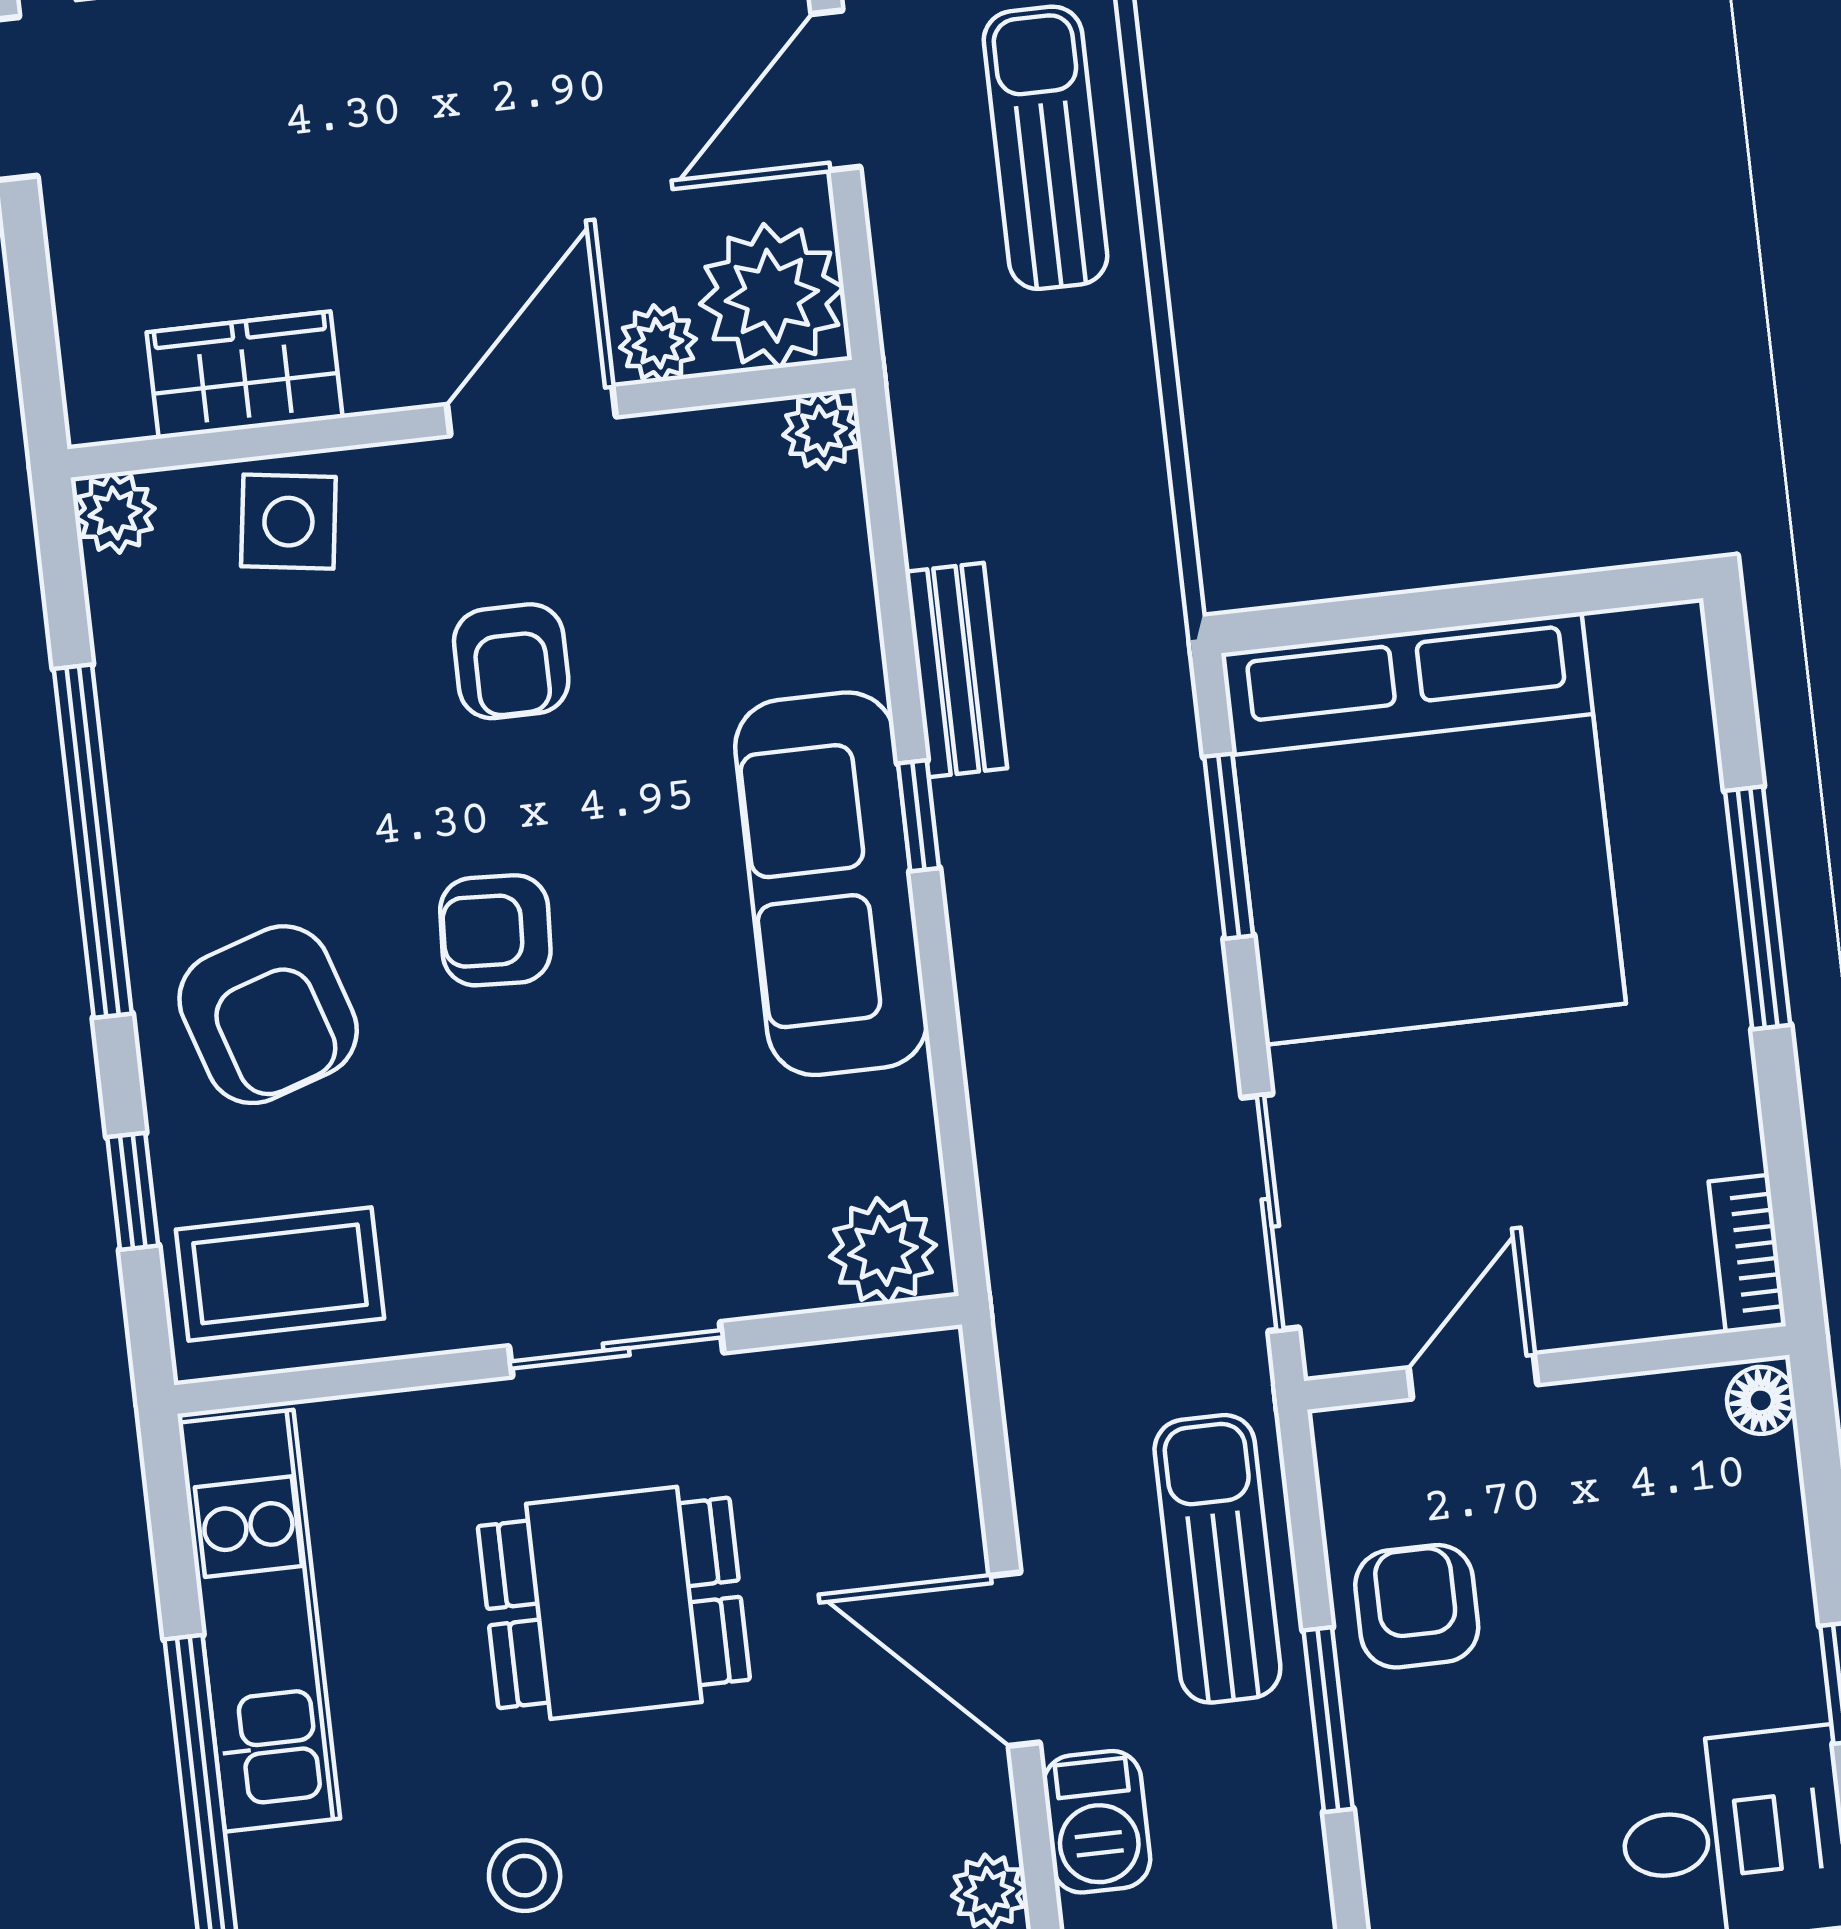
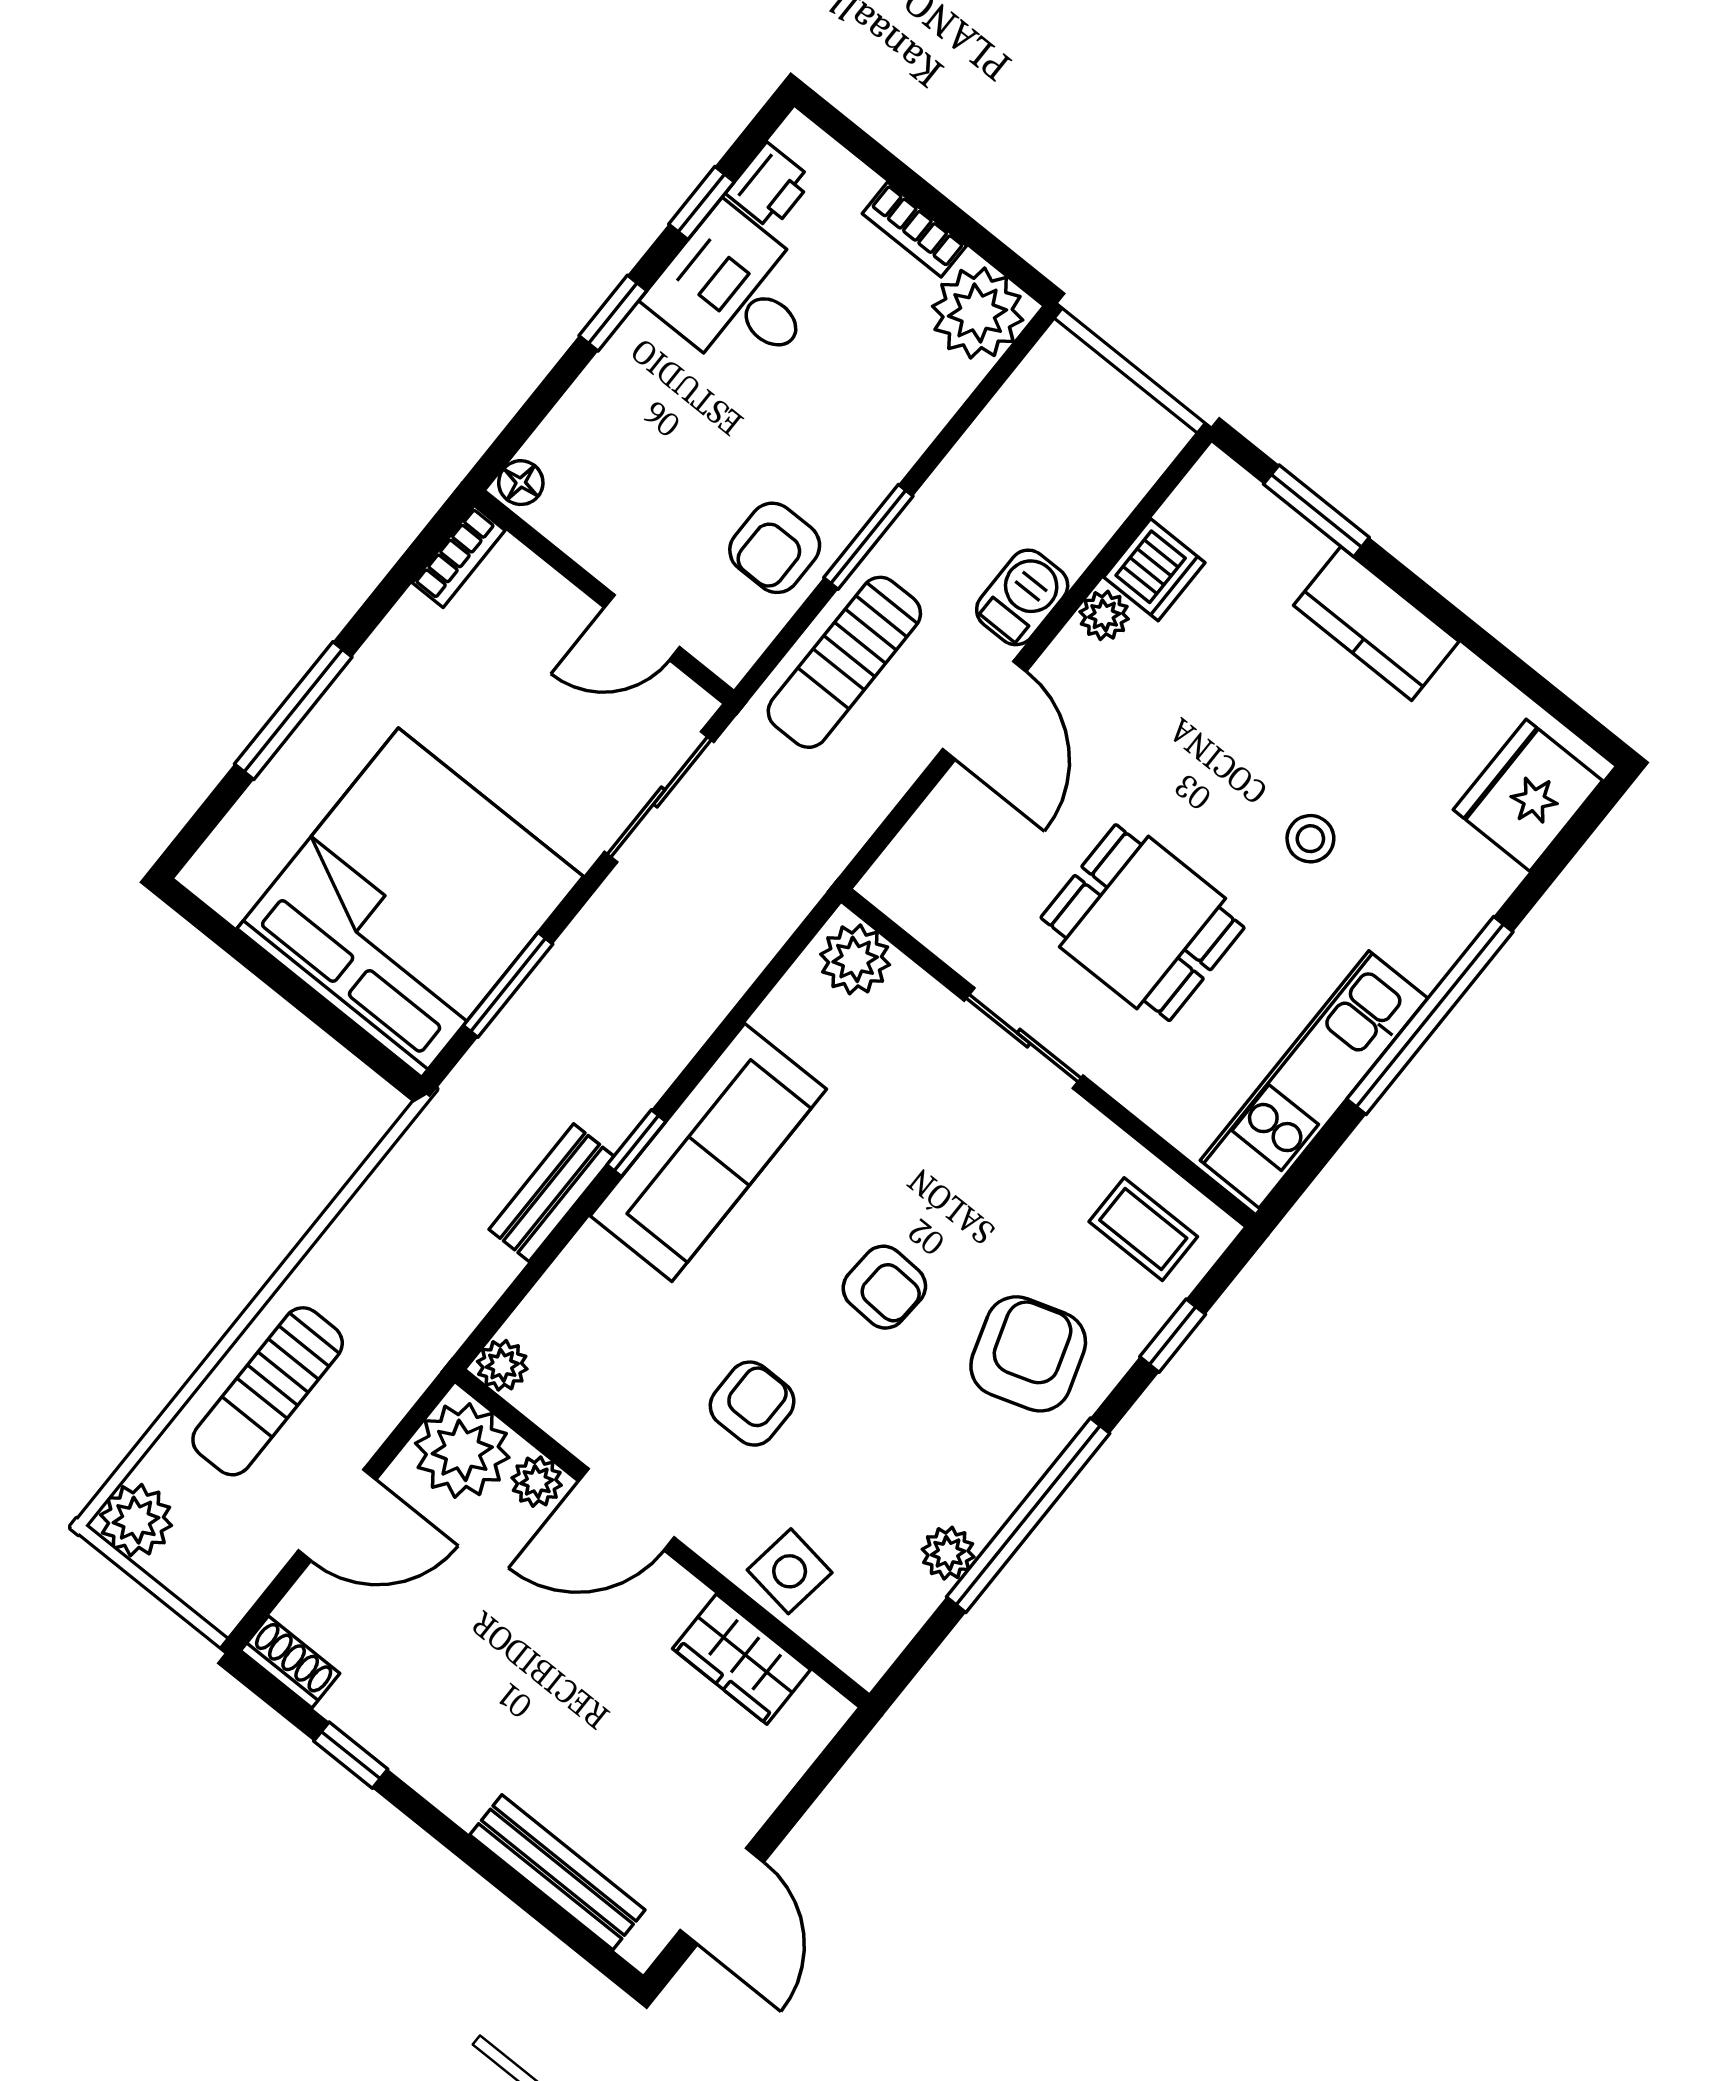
plant: (115, 513) -> (948, 1553), moved
coffee table: (280, 1274) -> (1143, 1229), width x0.73, depth x0.77

